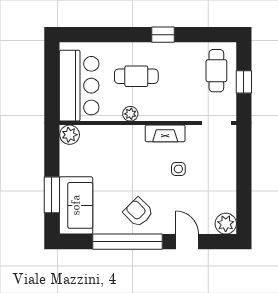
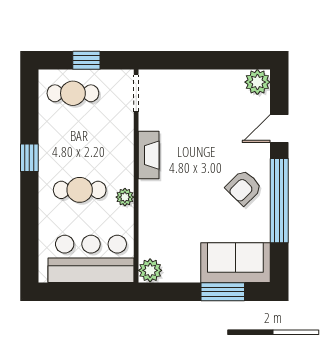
cafe table: (136, 76) -> (80, 190), turned 90
side table: (178, 169) -> (192, 139), removed

